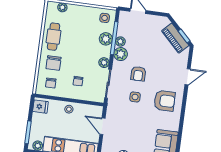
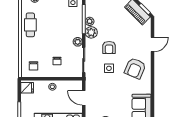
plant: (106, 39) -> (76, 21), removed
chair: (54, 63) -> (33, 48), removed
armchair: (164, 101) -> (135, 68), turned 113

